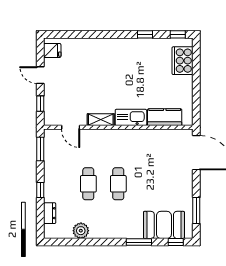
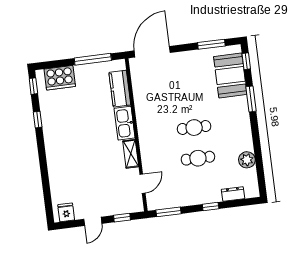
window: (196, 95) -> (93, 59), added

